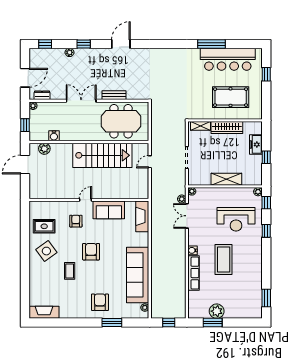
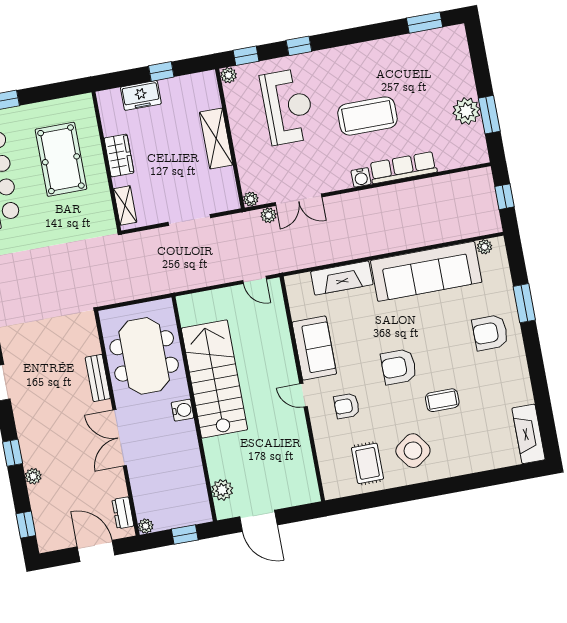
wardrobe: (227, 127) -> (119, 155), width x0.67
water cooler: (54, 136) -> (182, 410), moved
door: (150, 162) -> (255, 280), moved
fireplace: (142, 216) -> (342, 278), moved

